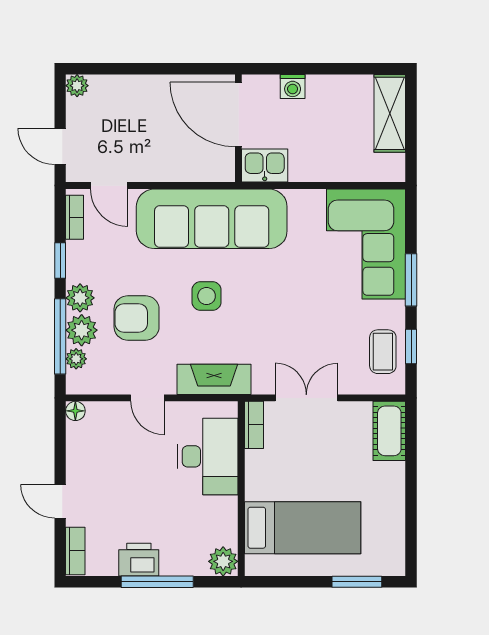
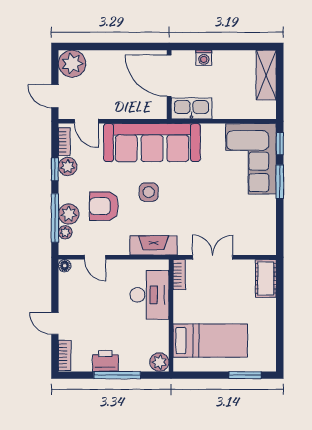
plant: (77, 86) -> (72, 64), width x1.87, depth x1.87
kitchen sink: (265, 166) -> (192, 108), width x1.38
plant: (80, 298) -> (68, 166), moved
window: (411, 347) -> (280, 144), moved
coffee table: (383, 352) -> (262, 228), removed
door: (147, 398) -> (95, 257), moved

